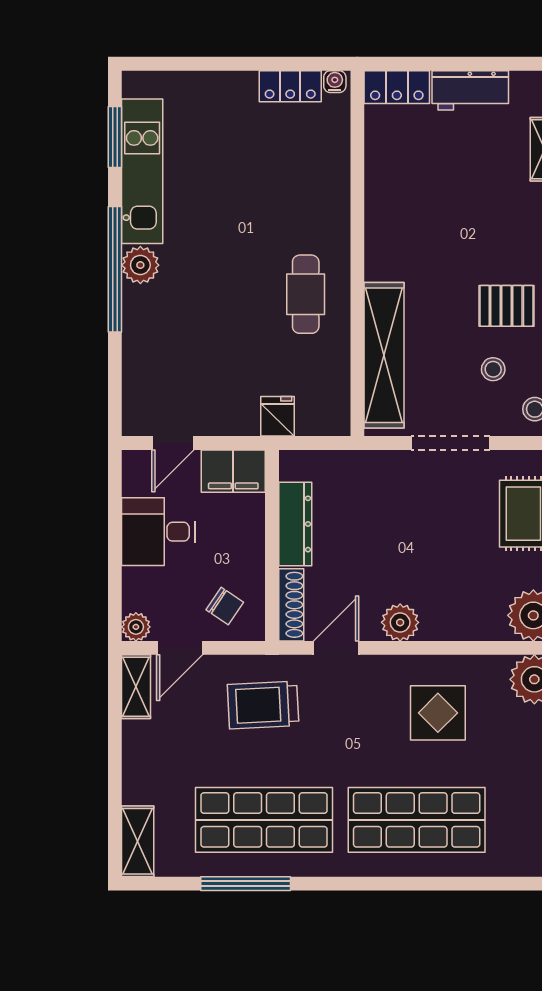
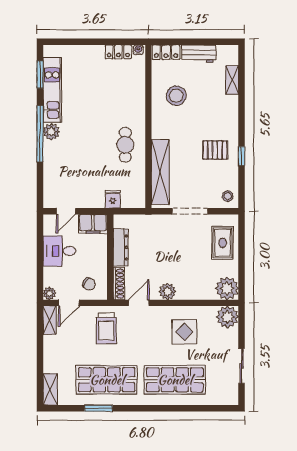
stool: (493, 369) -> (176, 96), moved, width x1.89, depth x1.89
trolley: (263, 705) -> (106, 328), turned -87
window: (246, 884) -> (98, 408), width x0.69

